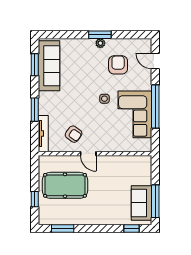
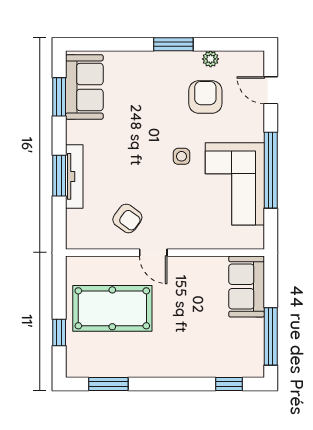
plant: (100, 43) -> (211, 59), moved
sofa: (49, 66) -> (84, 87), width x0.73
tv unit: (43, 134) -> (74, 176), moved
sofa: (142, 203) -> (247, 286), moved

